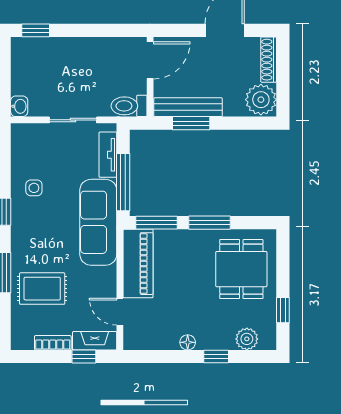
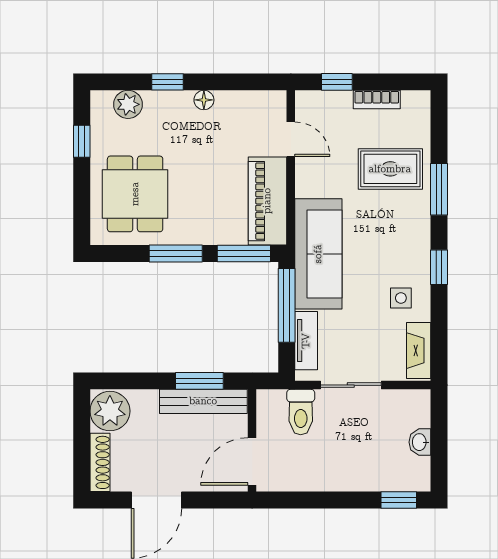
washbasin: (19, 106) -> (420, 442), moved
toilet: (129, 106) -> (301, 412), moved, turned 90
fireplace: (95, 341) -> (419, 351), moved, turned 90

